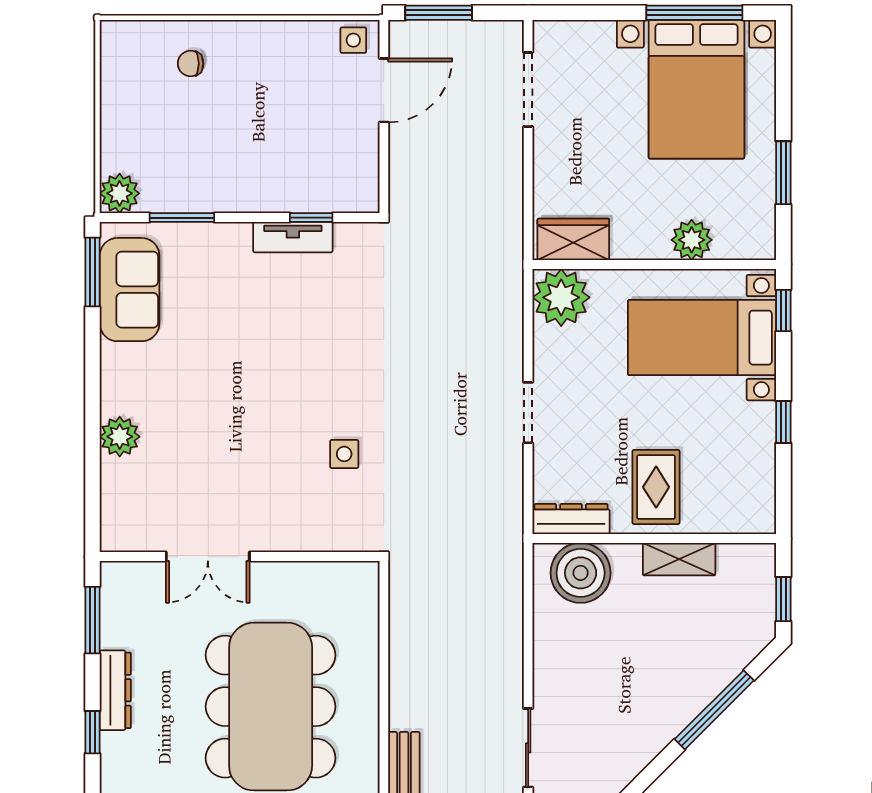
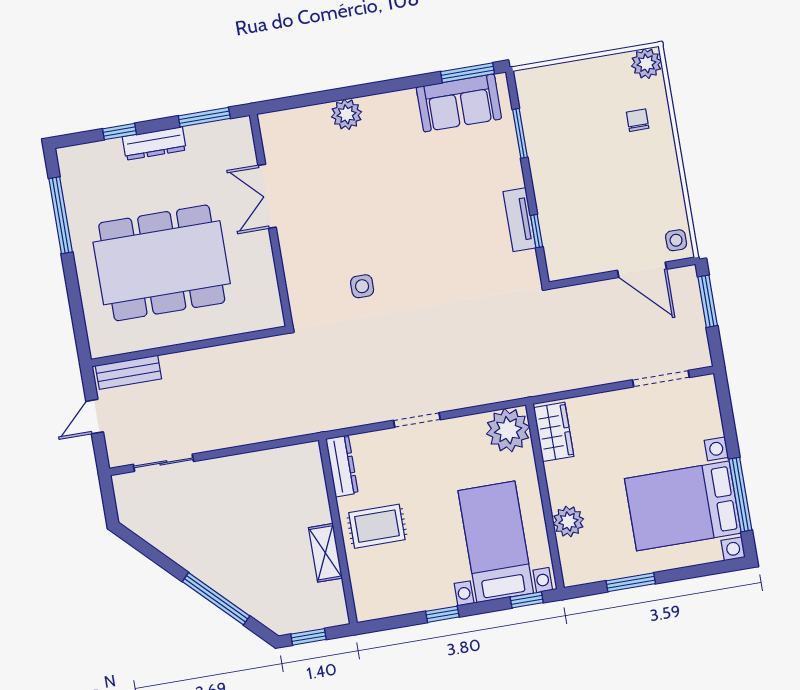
plant: (120, 193) -> (646, 63), moved
boiler: (581, 573) -> (302, 480), removed

